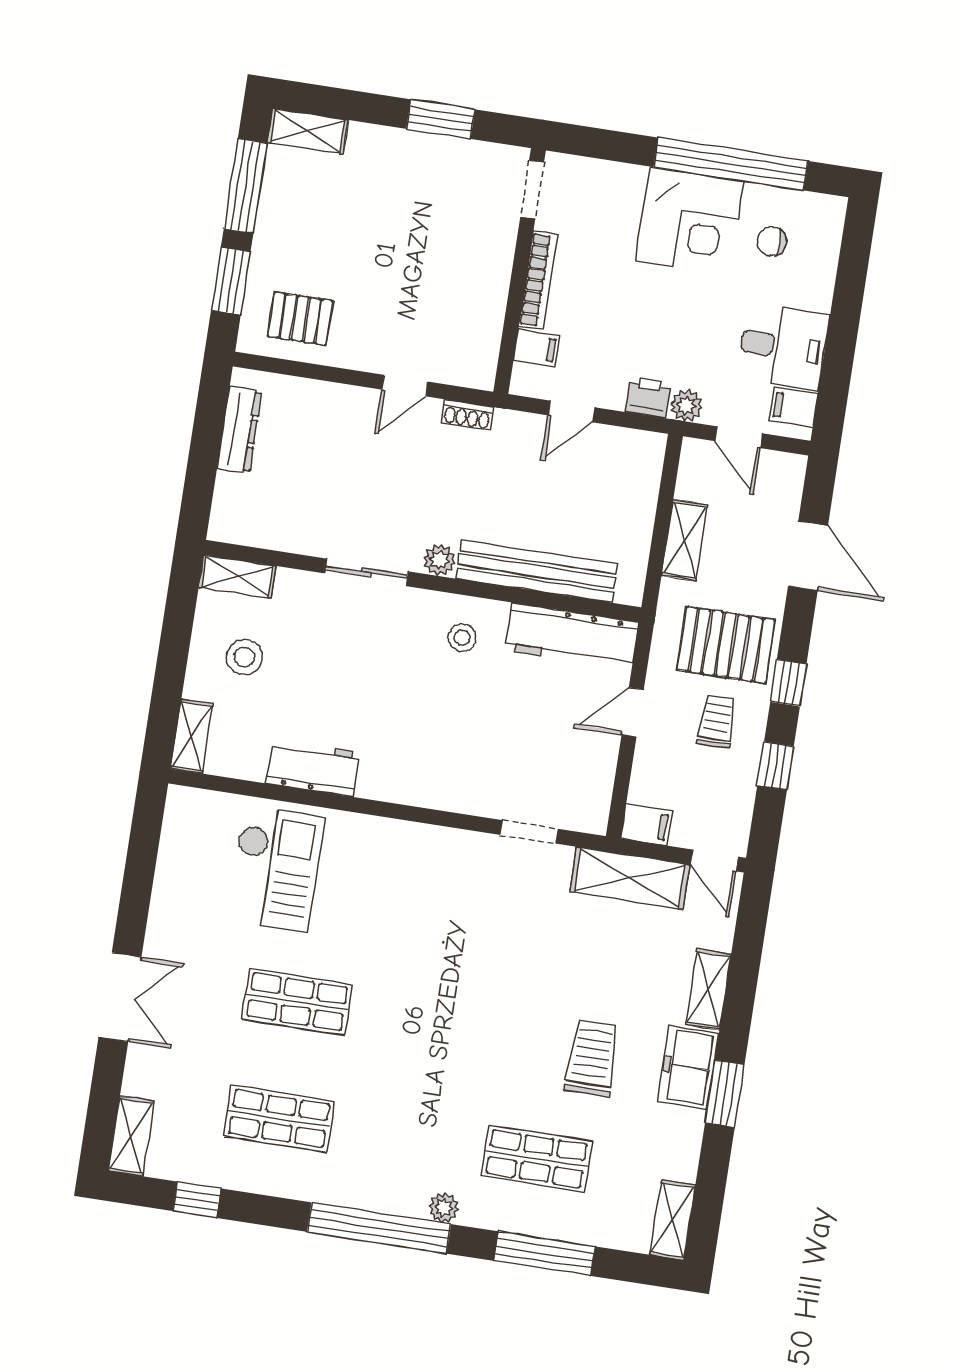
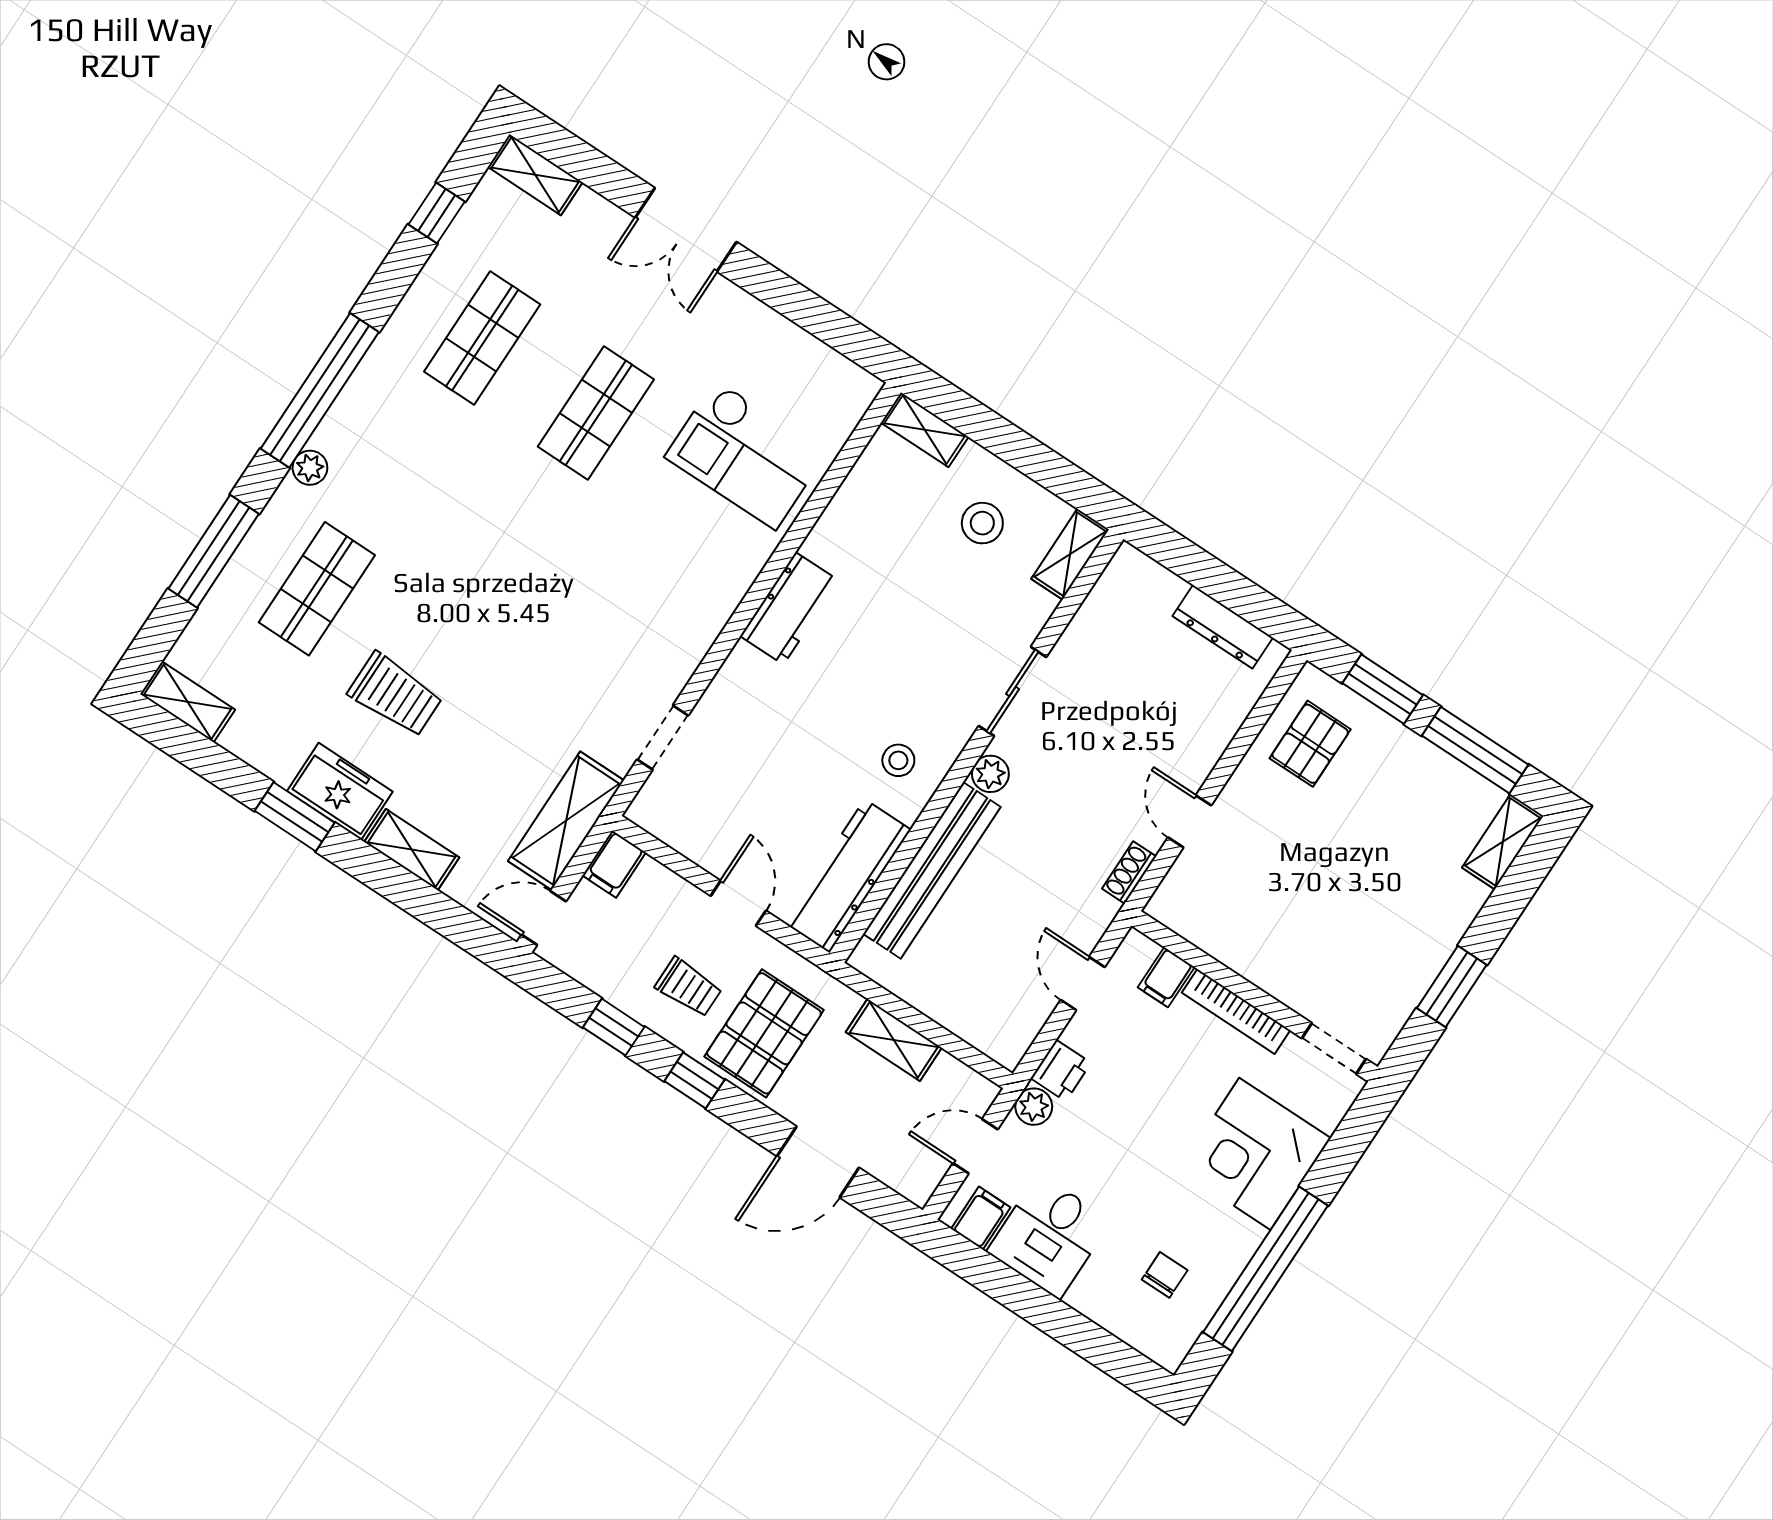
corner desk: (690, 221) -> (1255, 1154), moved
workbench: (313, 768) -> (789, 608), moved

